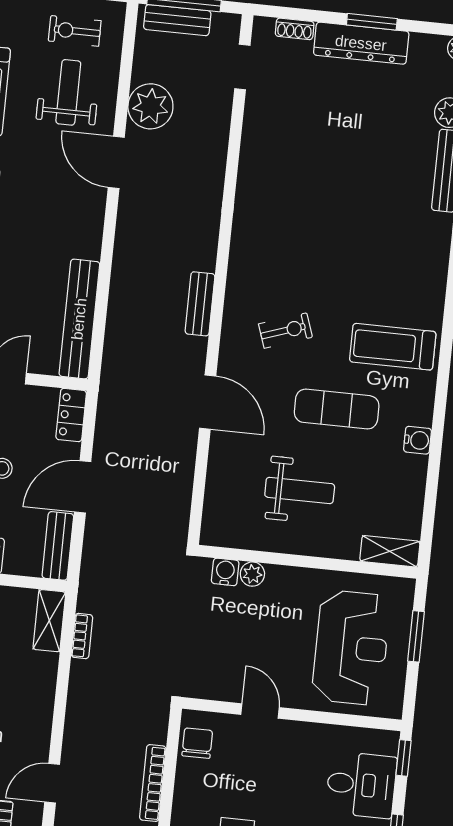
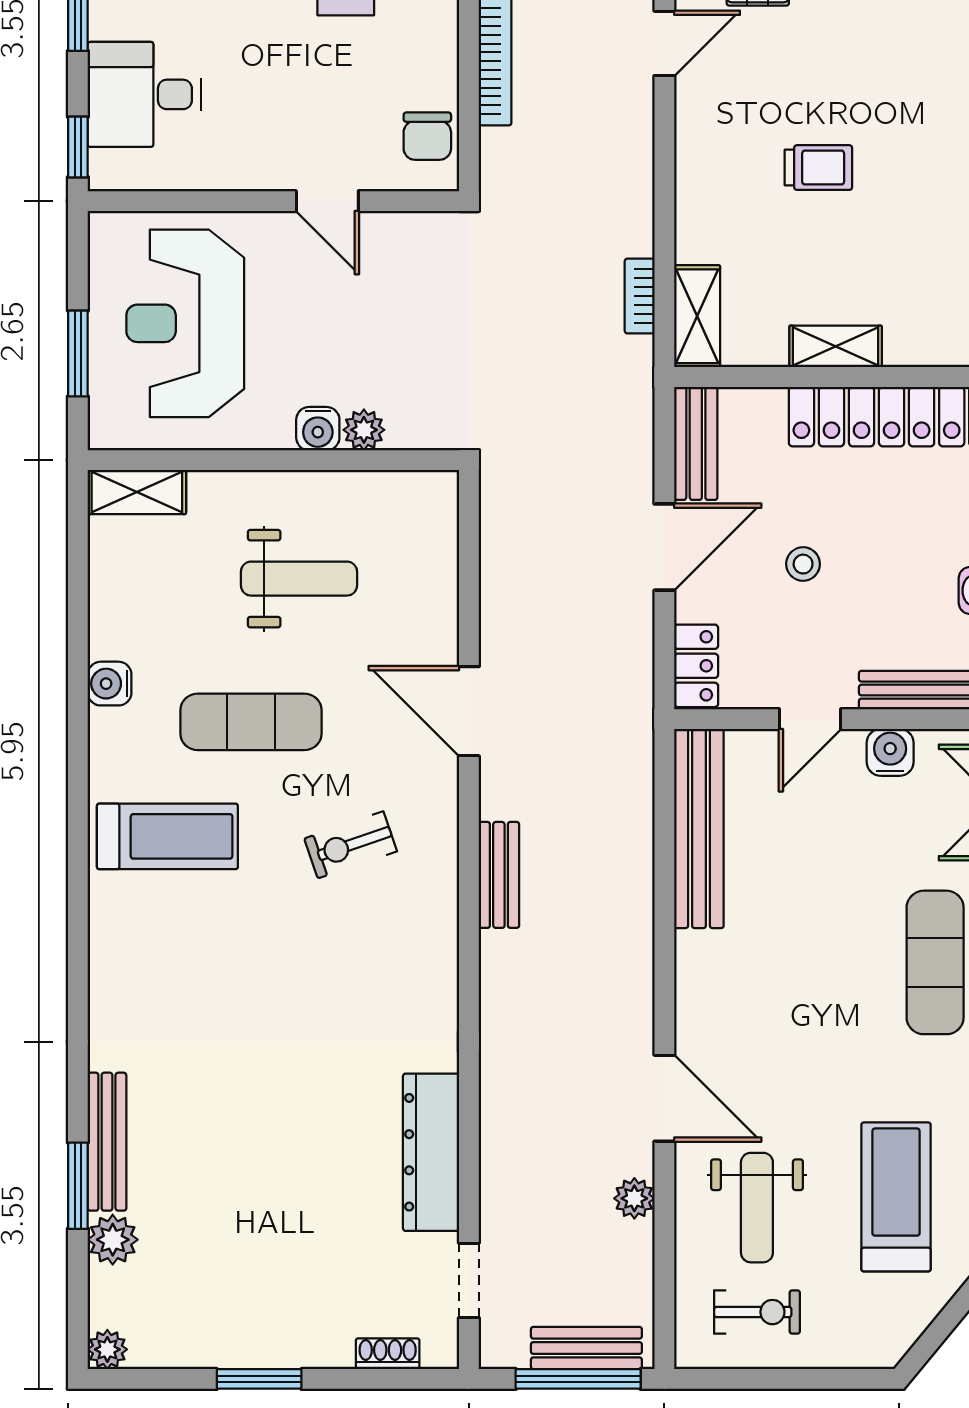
dresser: (361, 43) -> (431, 1152), moved, turned -90
plant: (150, 106) -> (634, 1198), width x0.53, depth x0.53
weight bench: (300, 490) -> (299, 579), turned 180
water cooler: (225, 572) -> (318, 429), moved

